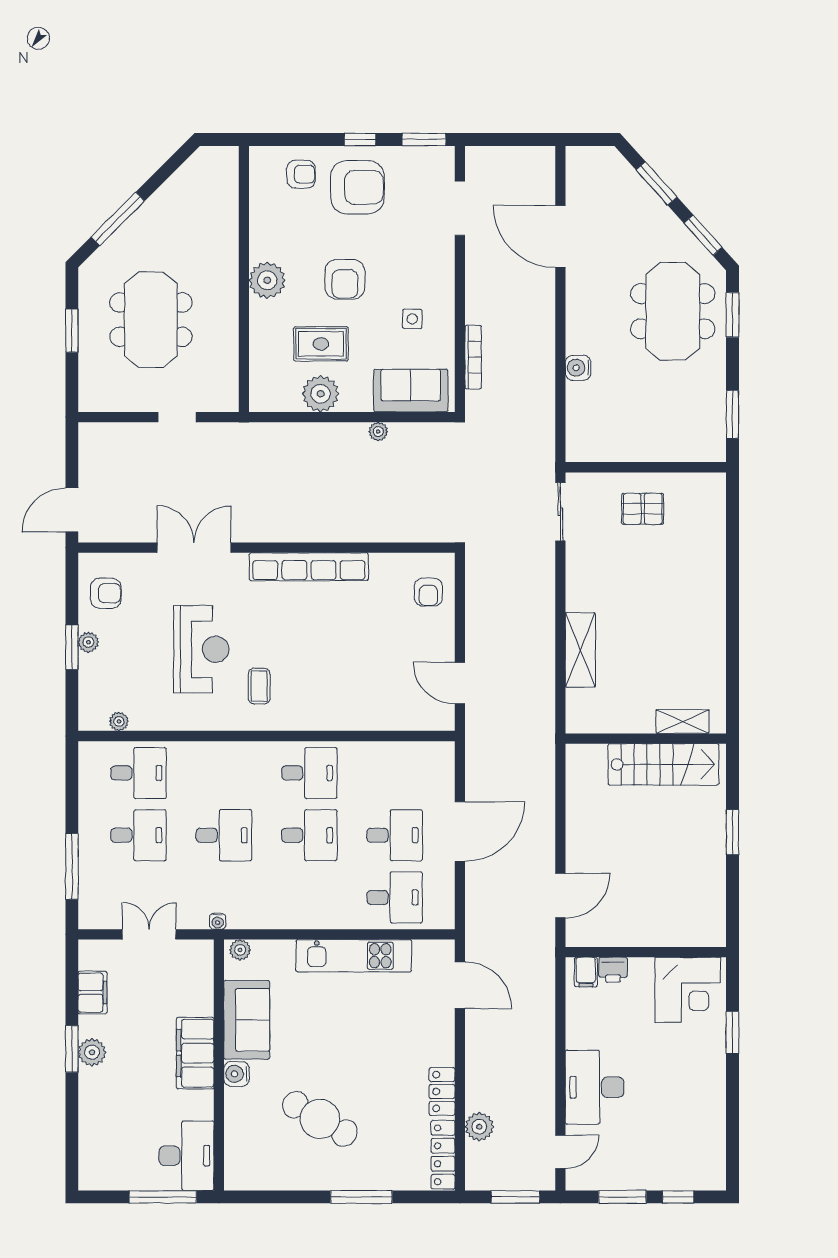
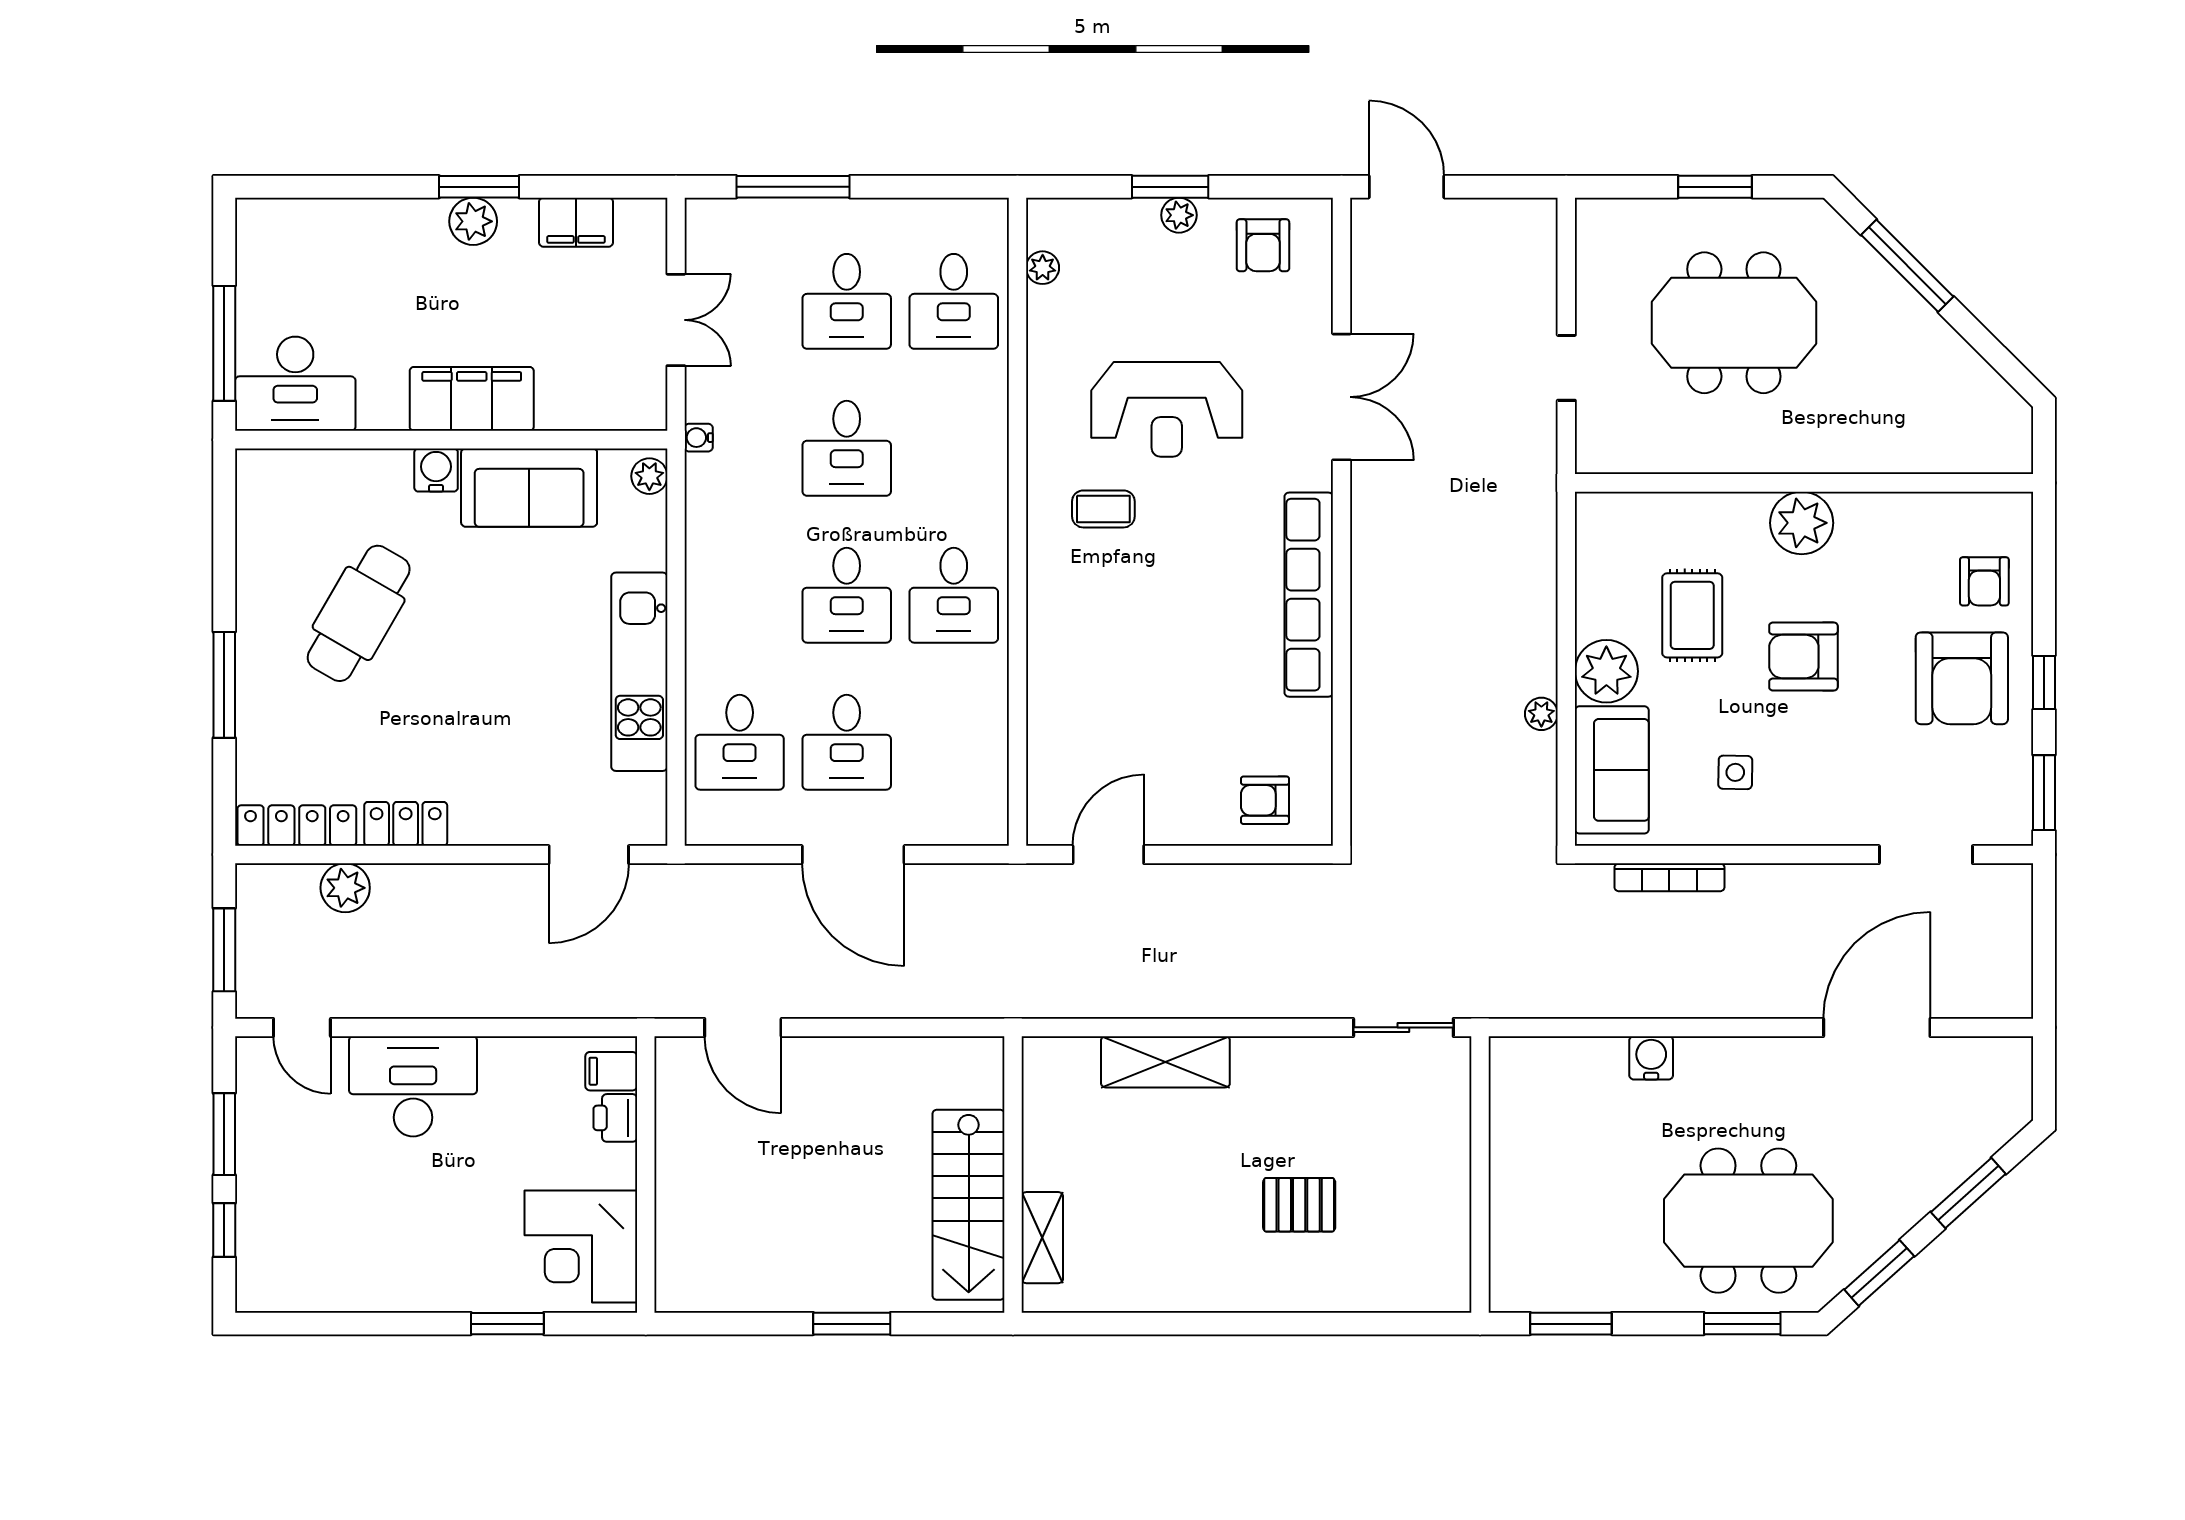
plant: (321, 394) -> (1606, 671), moved
pallet: (643, 509) -> (1299, 1205), moved, turned 90

